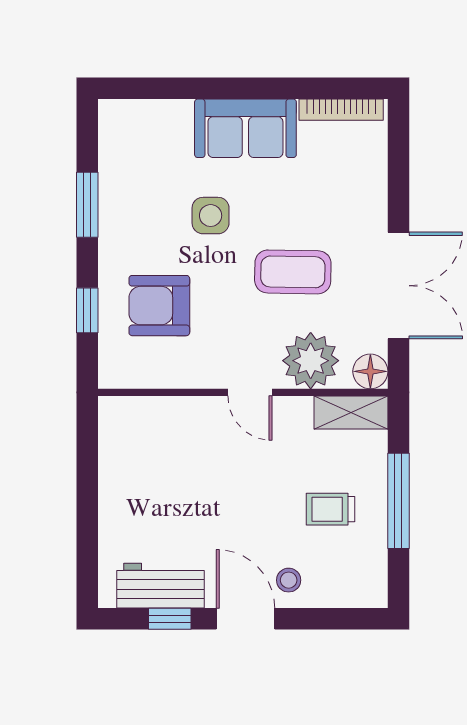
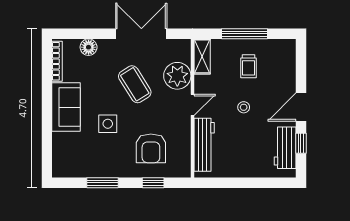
coffee table: (293, 272) -> (135, 84), turned -33
floor lamp: (370, 371) -> (89, 47), moved
workbench: (167, 417) -> (204, 145), added
stool: (289, 580) -> (244, 107), moved

